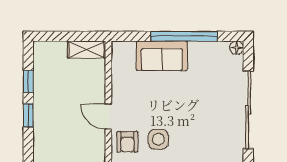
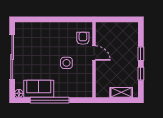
shelving: (87, 50) -> (121, 92), moved
sofa: (162, 56) -> (39, 89), moved
side table: (158, 139) -> (66, 63), moved

